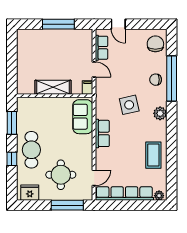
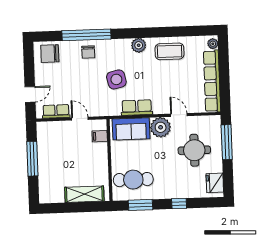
door: (94, 70) -> (80, 119), hinge flipped
shelving: (53, 87) -> (84, 194), moved, turned 90
filing cabinet: (87, 87) -> (100, 136), moved
plant: (160, 113) -> (139, 45), moved
row of seats: (102, 133) -> (137, 108), moved
plant: (83, 144) -> (161, 127), added
cafe table: (31, 150) -> (133, 180), moved
door: (94, 178) -> (179, 115), moved

